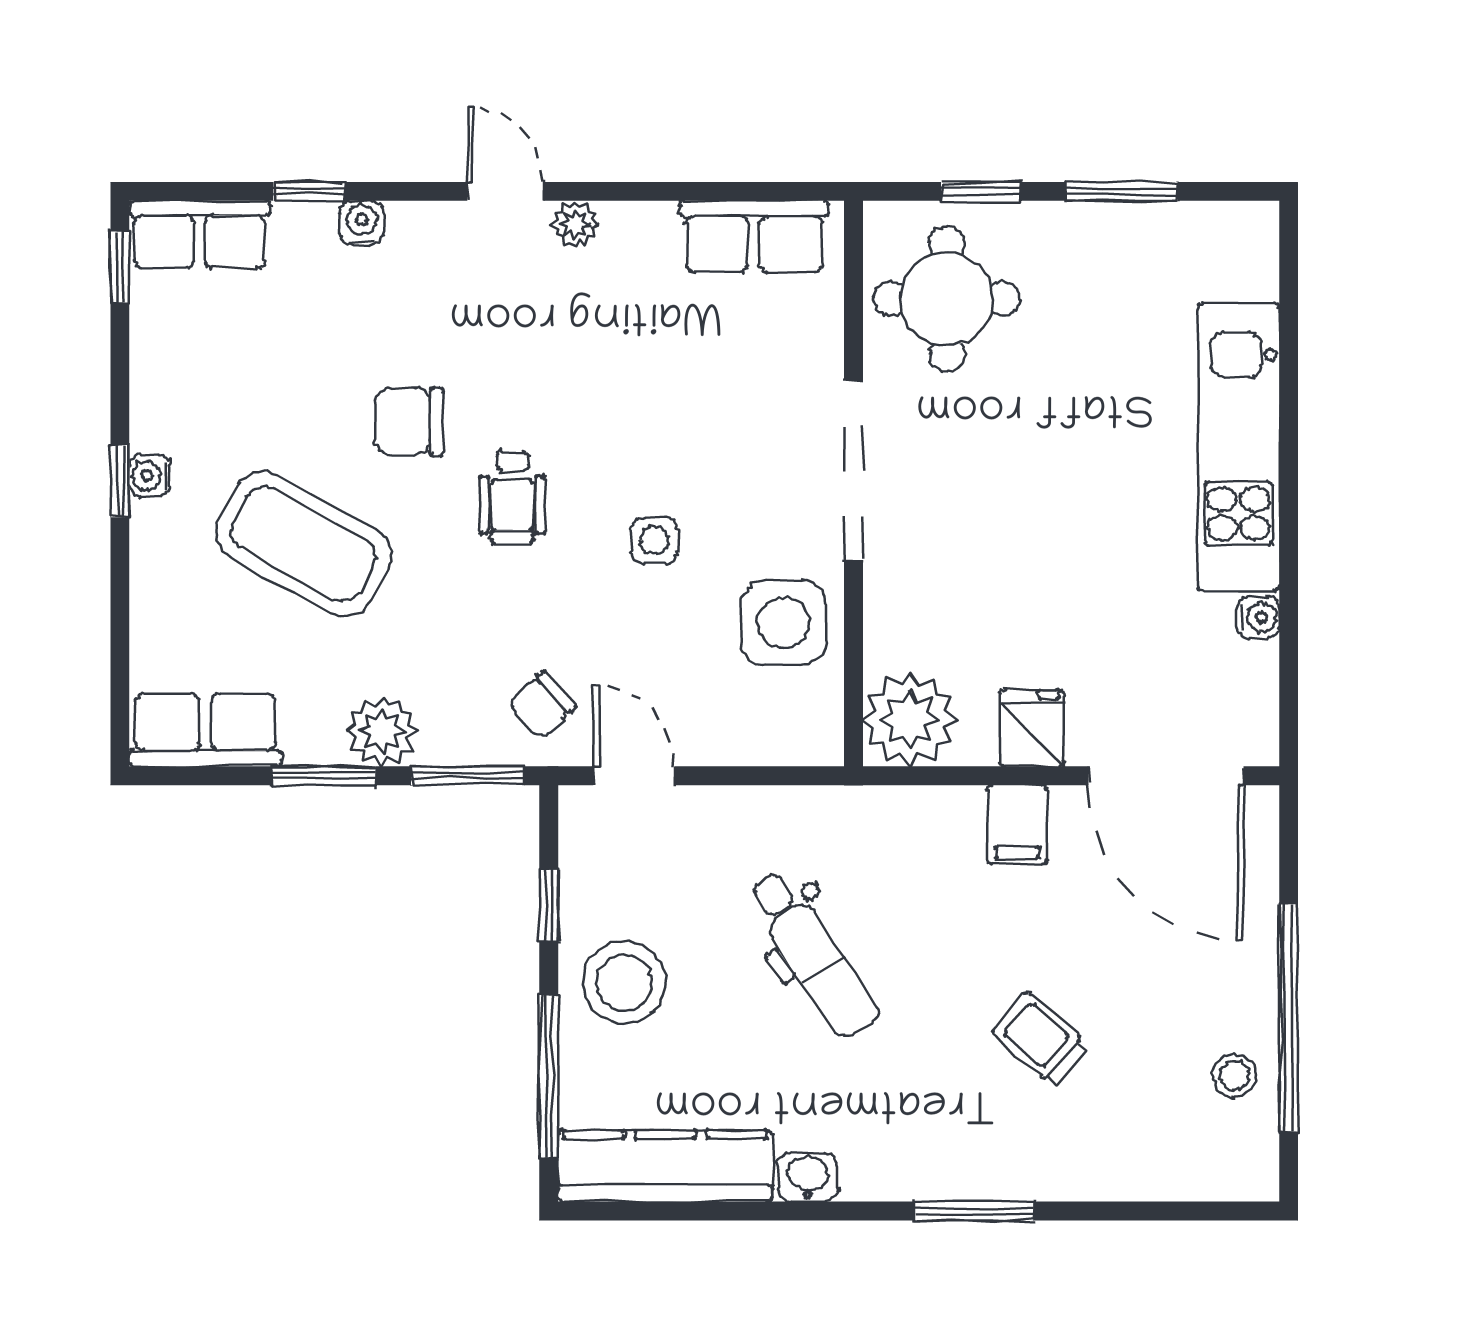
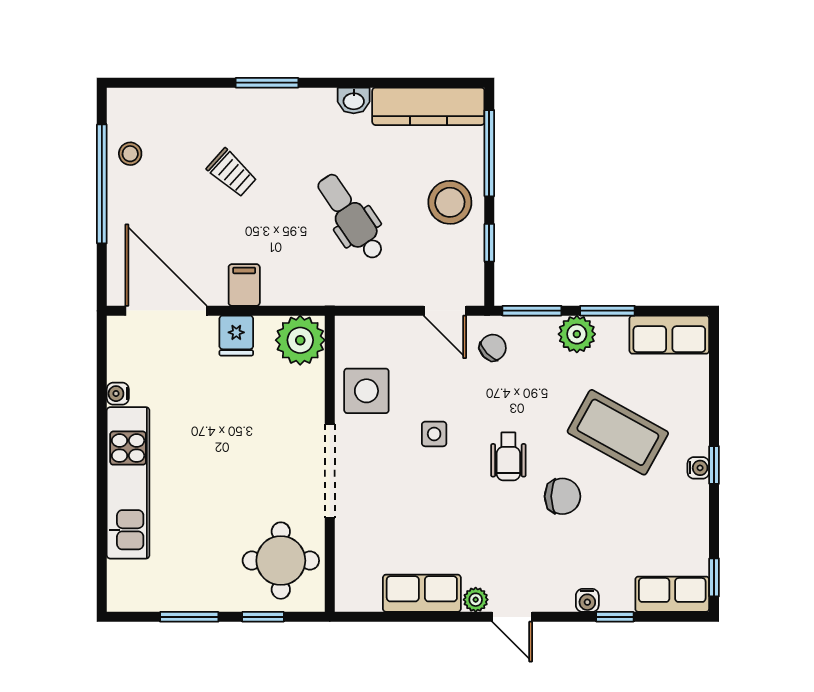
row of seats: (754, 236) -> (422, 593), moved
wheelchair: (513, 497) -> (508, 456), turned 180

